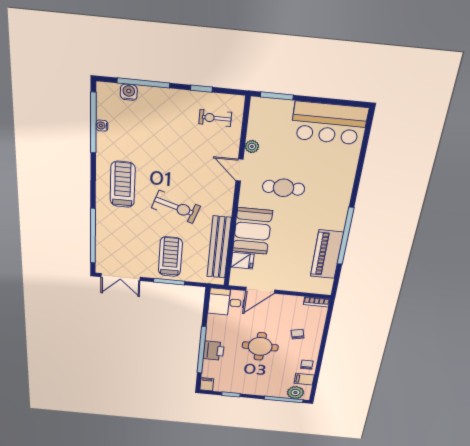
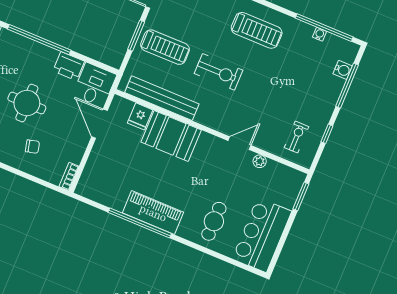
cafe table: (283, 188) -> (214, 221), moved
exercise bike: (176, 207) -> (219, 72), turned -108
piano: (327, 254) -> (153, 213), moved
printer: (214, 351) -> (69, 66), moved

